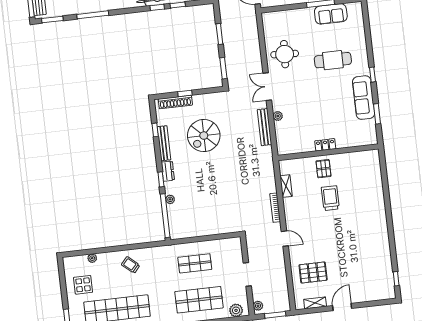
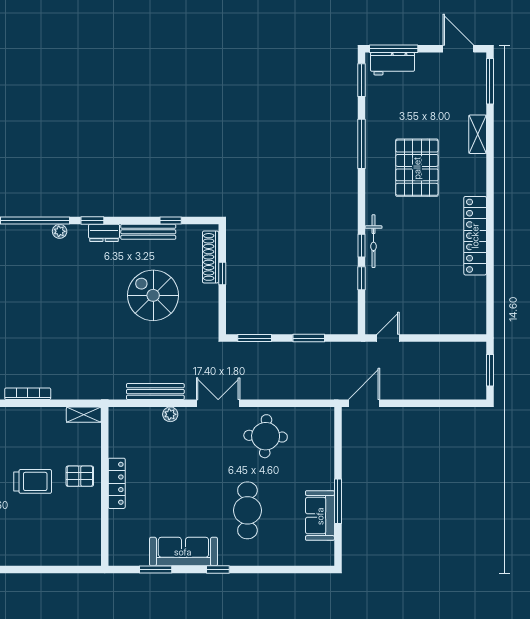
locker: (325, 145) -> (117, 483), width x1.53
shelving: (286, 186) -> (84, 415), moved

